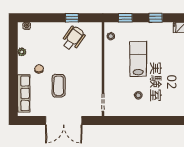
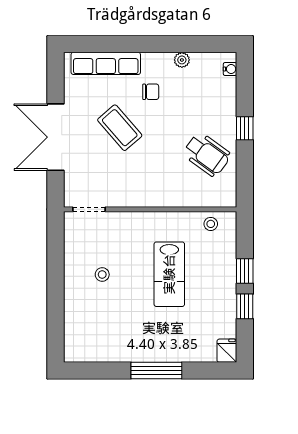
window: (72, 18) -> (245, 128), moved
window: (125, 18) -> (245, 271), moved
lab bench: (138, 59) -> (169, 274), turned 90
coffee table: (59, 86) -> (120, 128), turned 49

